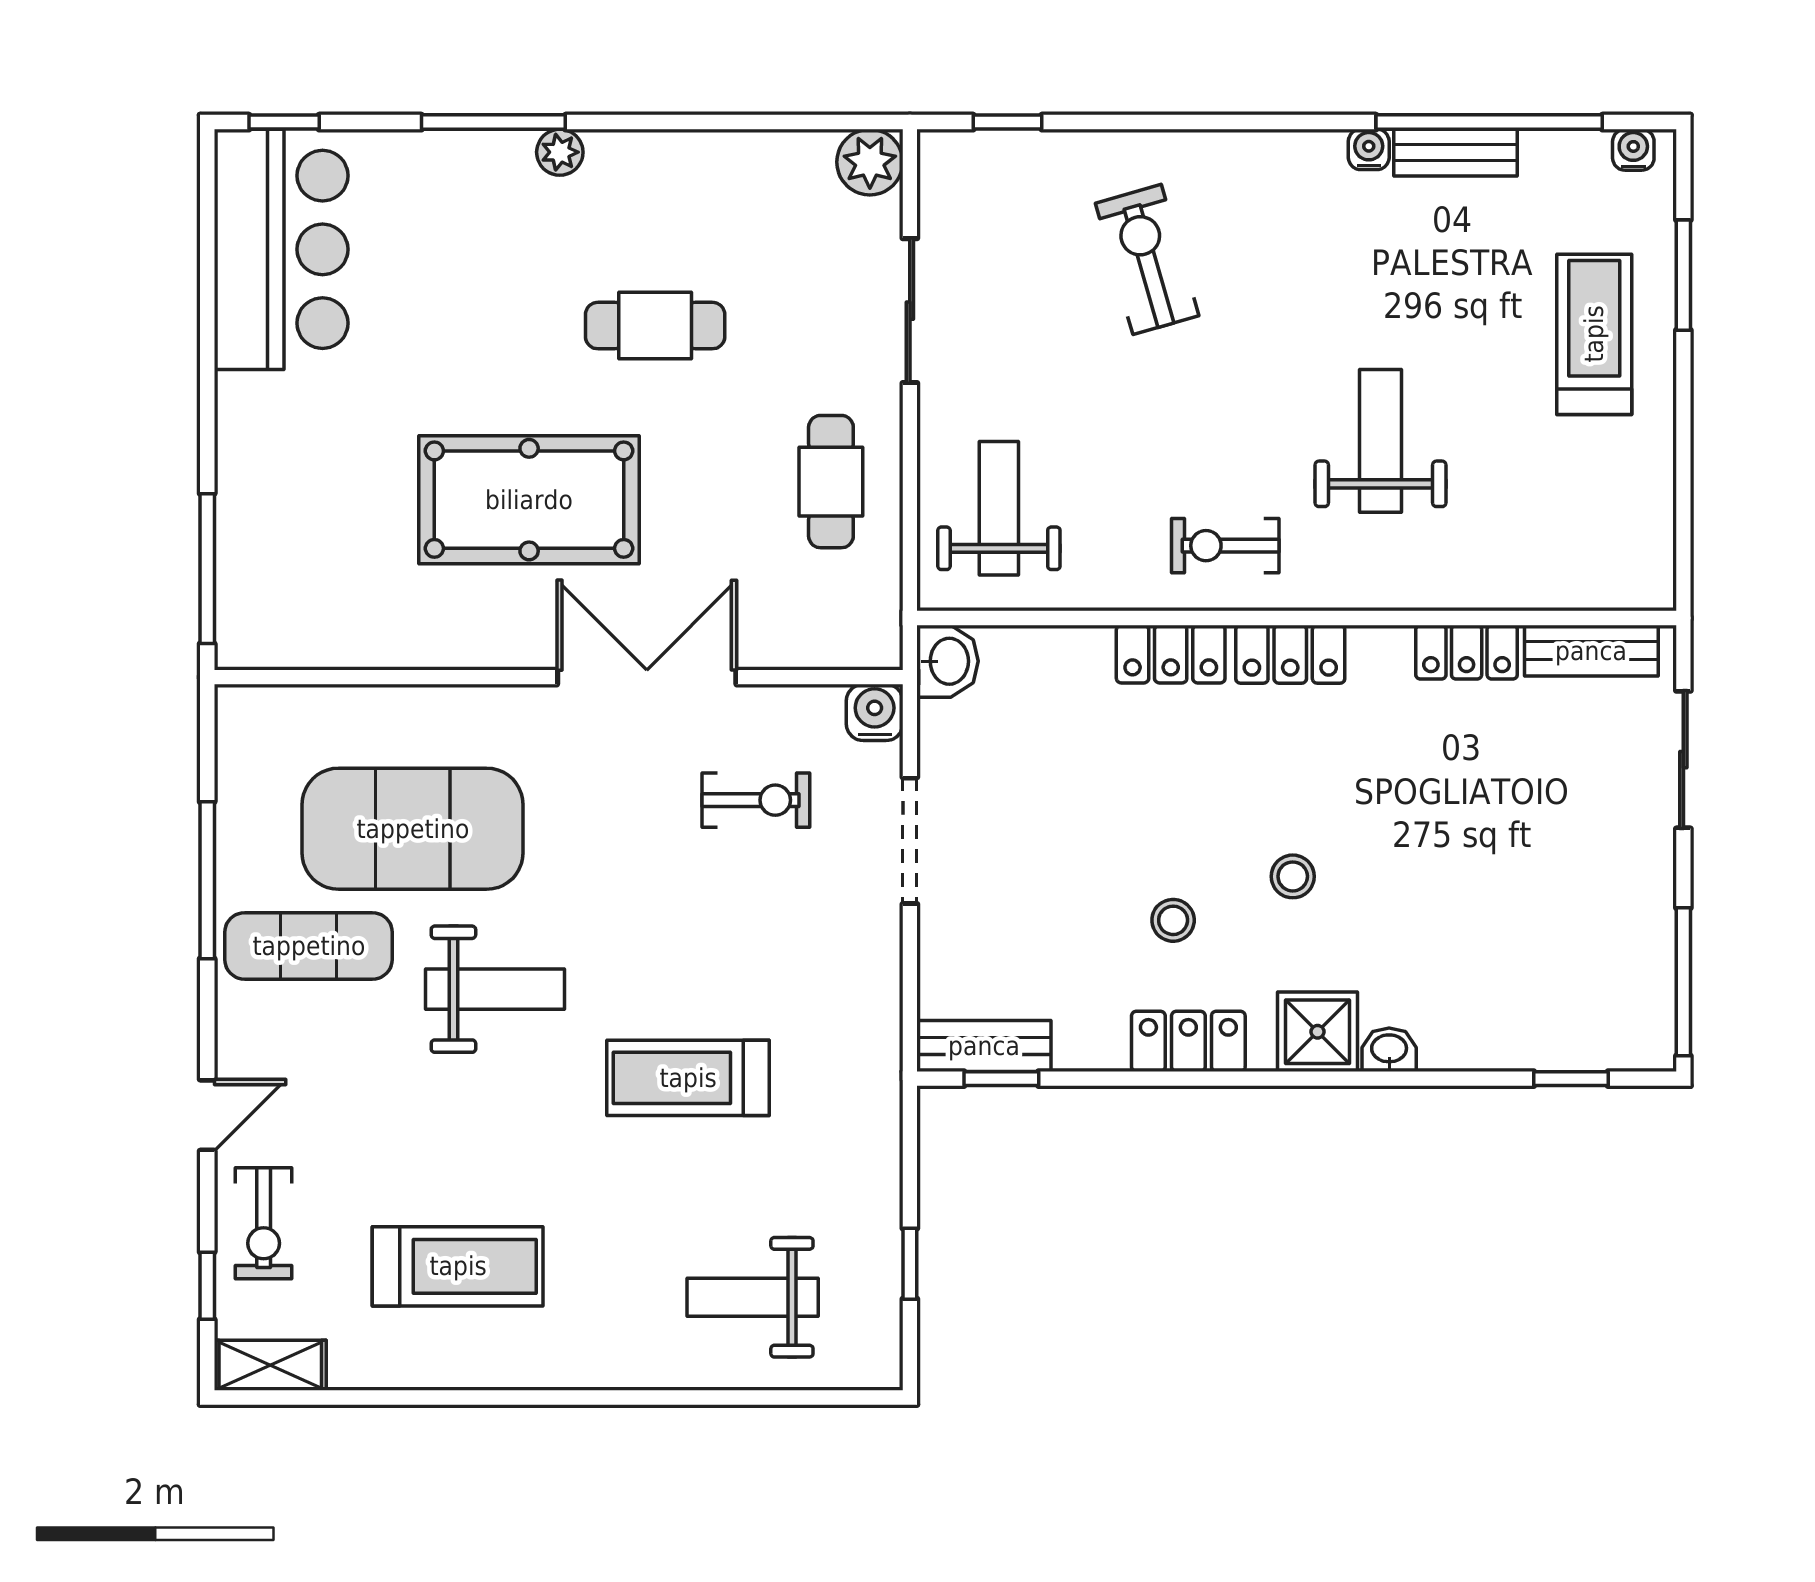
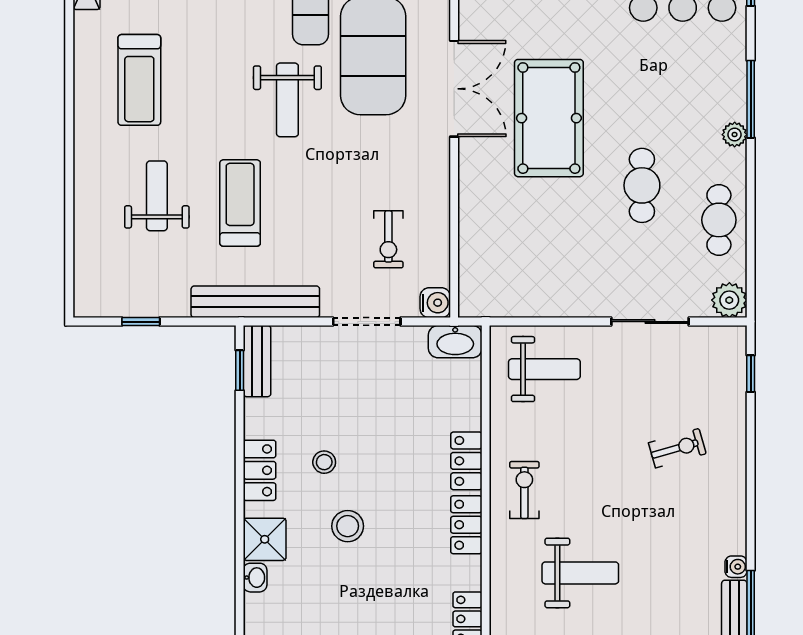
exercise bike: (1147, 259) -> (677, 448), width x0.73, depth x0.72
cafe table: (831, 482) -> (719, 220), moved, turned 90
washbasin: (948, 661) -> (455, 342), width x1.38
double door: (647, 677) -> (454, 89), moved
stool: (1293, 876) -> (348, 526), width x1.37, depth x1.37
bench: (873, 1049) -> (255, 302), added
weight bench: (753, 1297) -> (157, 196), moved

